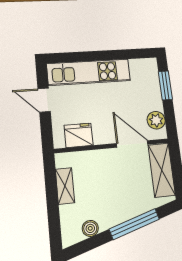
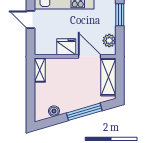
fridge: (79, 135) -> (66, 47), moved
shelving: (65, 186) -> (40, 70), moved

